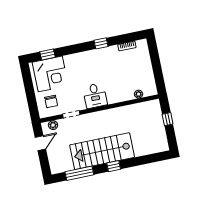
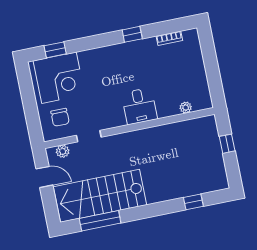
desk: (95, 96) -> (139, 106), moved
door: (40, 143) -> (44, 177), hinge flipped
stairs: (102, 151) -> (100, 196), moved
window: (114, 166) -> (193, 202), moved

